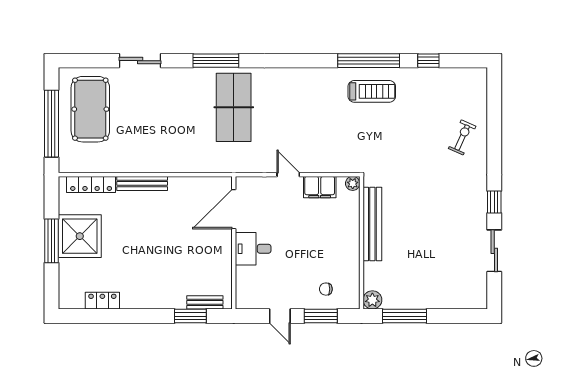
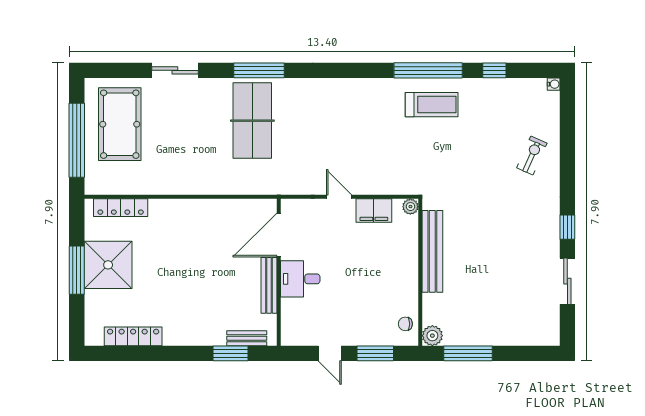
water cooler: (482, 73) -> (554, 84), added
table tennis table: (234, 107) -> (252, 121), moved
bench: (142, 183) -> (269, 285), moved, turned 90
chair: (326, 289) -> (405, 324), moved
locker: (102, 301) -> (133, 336), width x1.53

